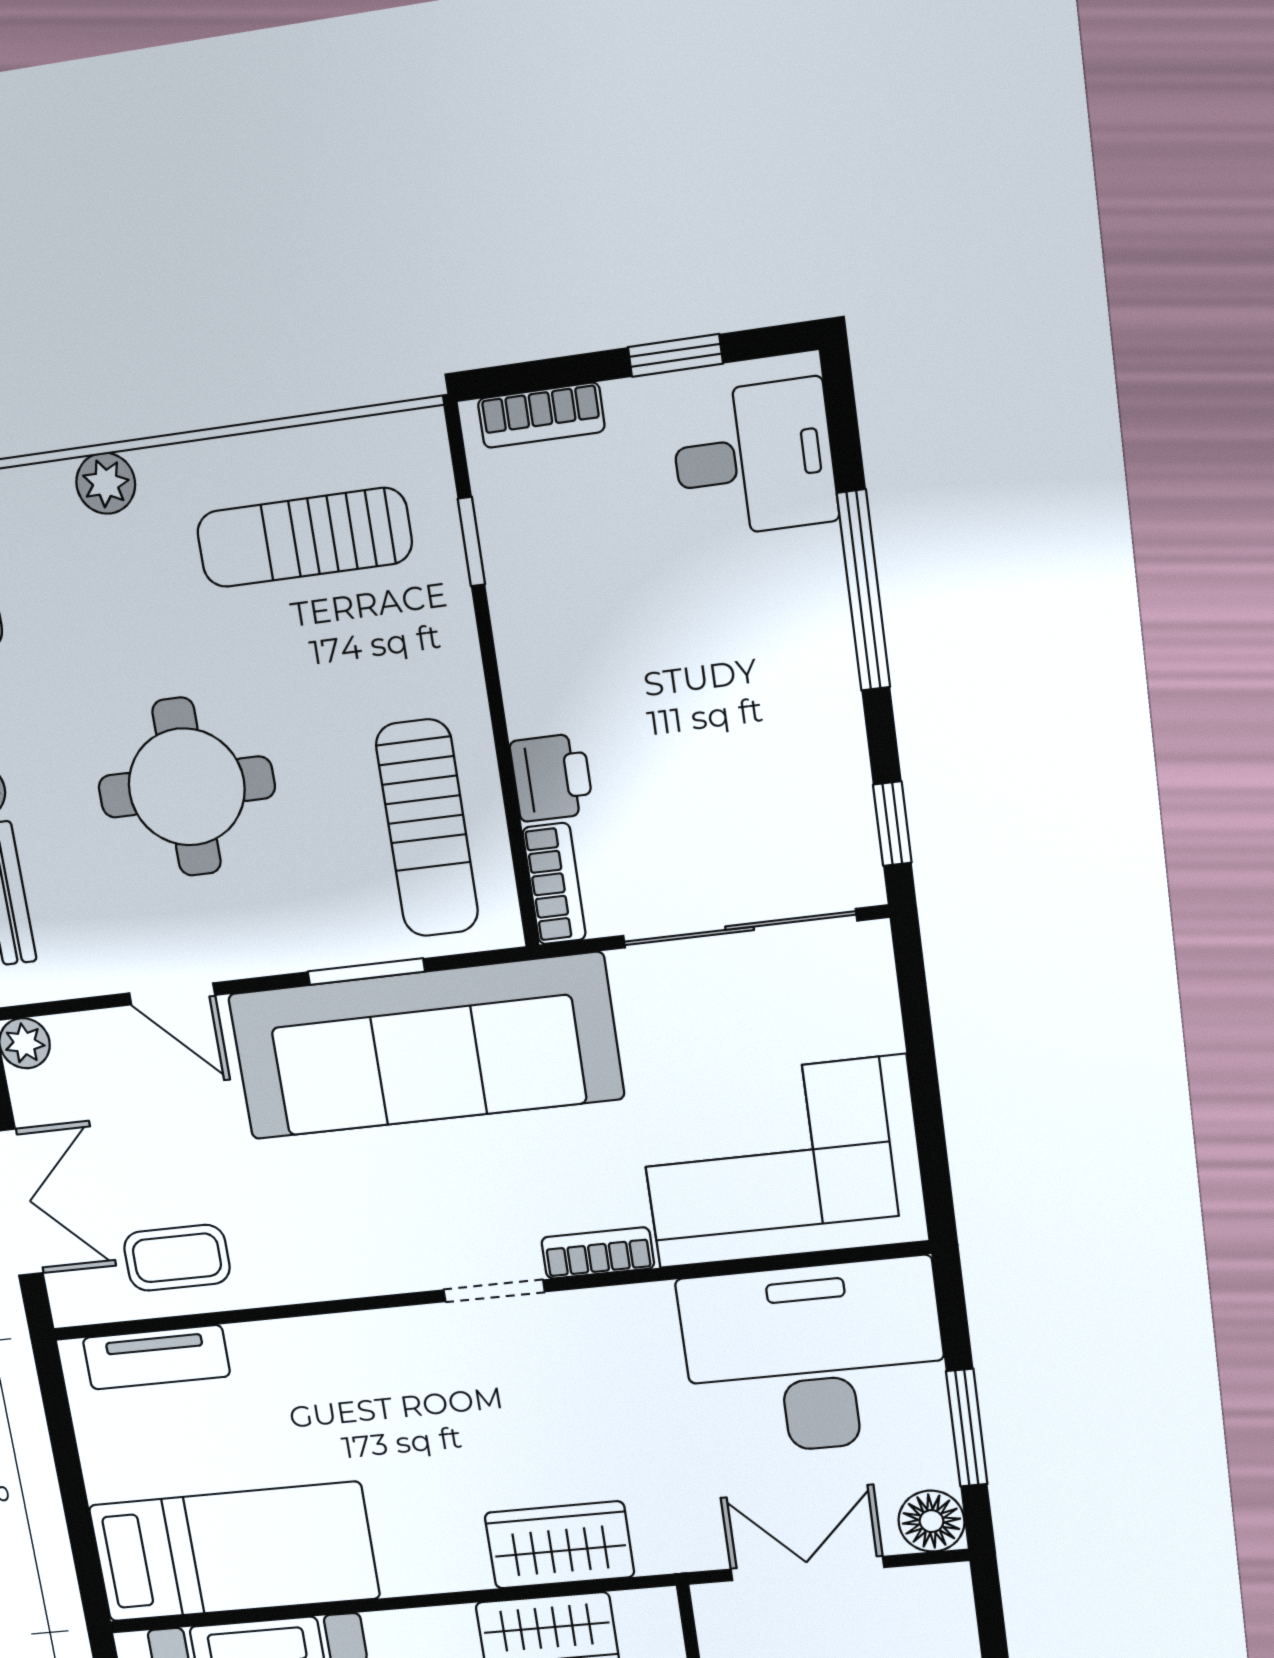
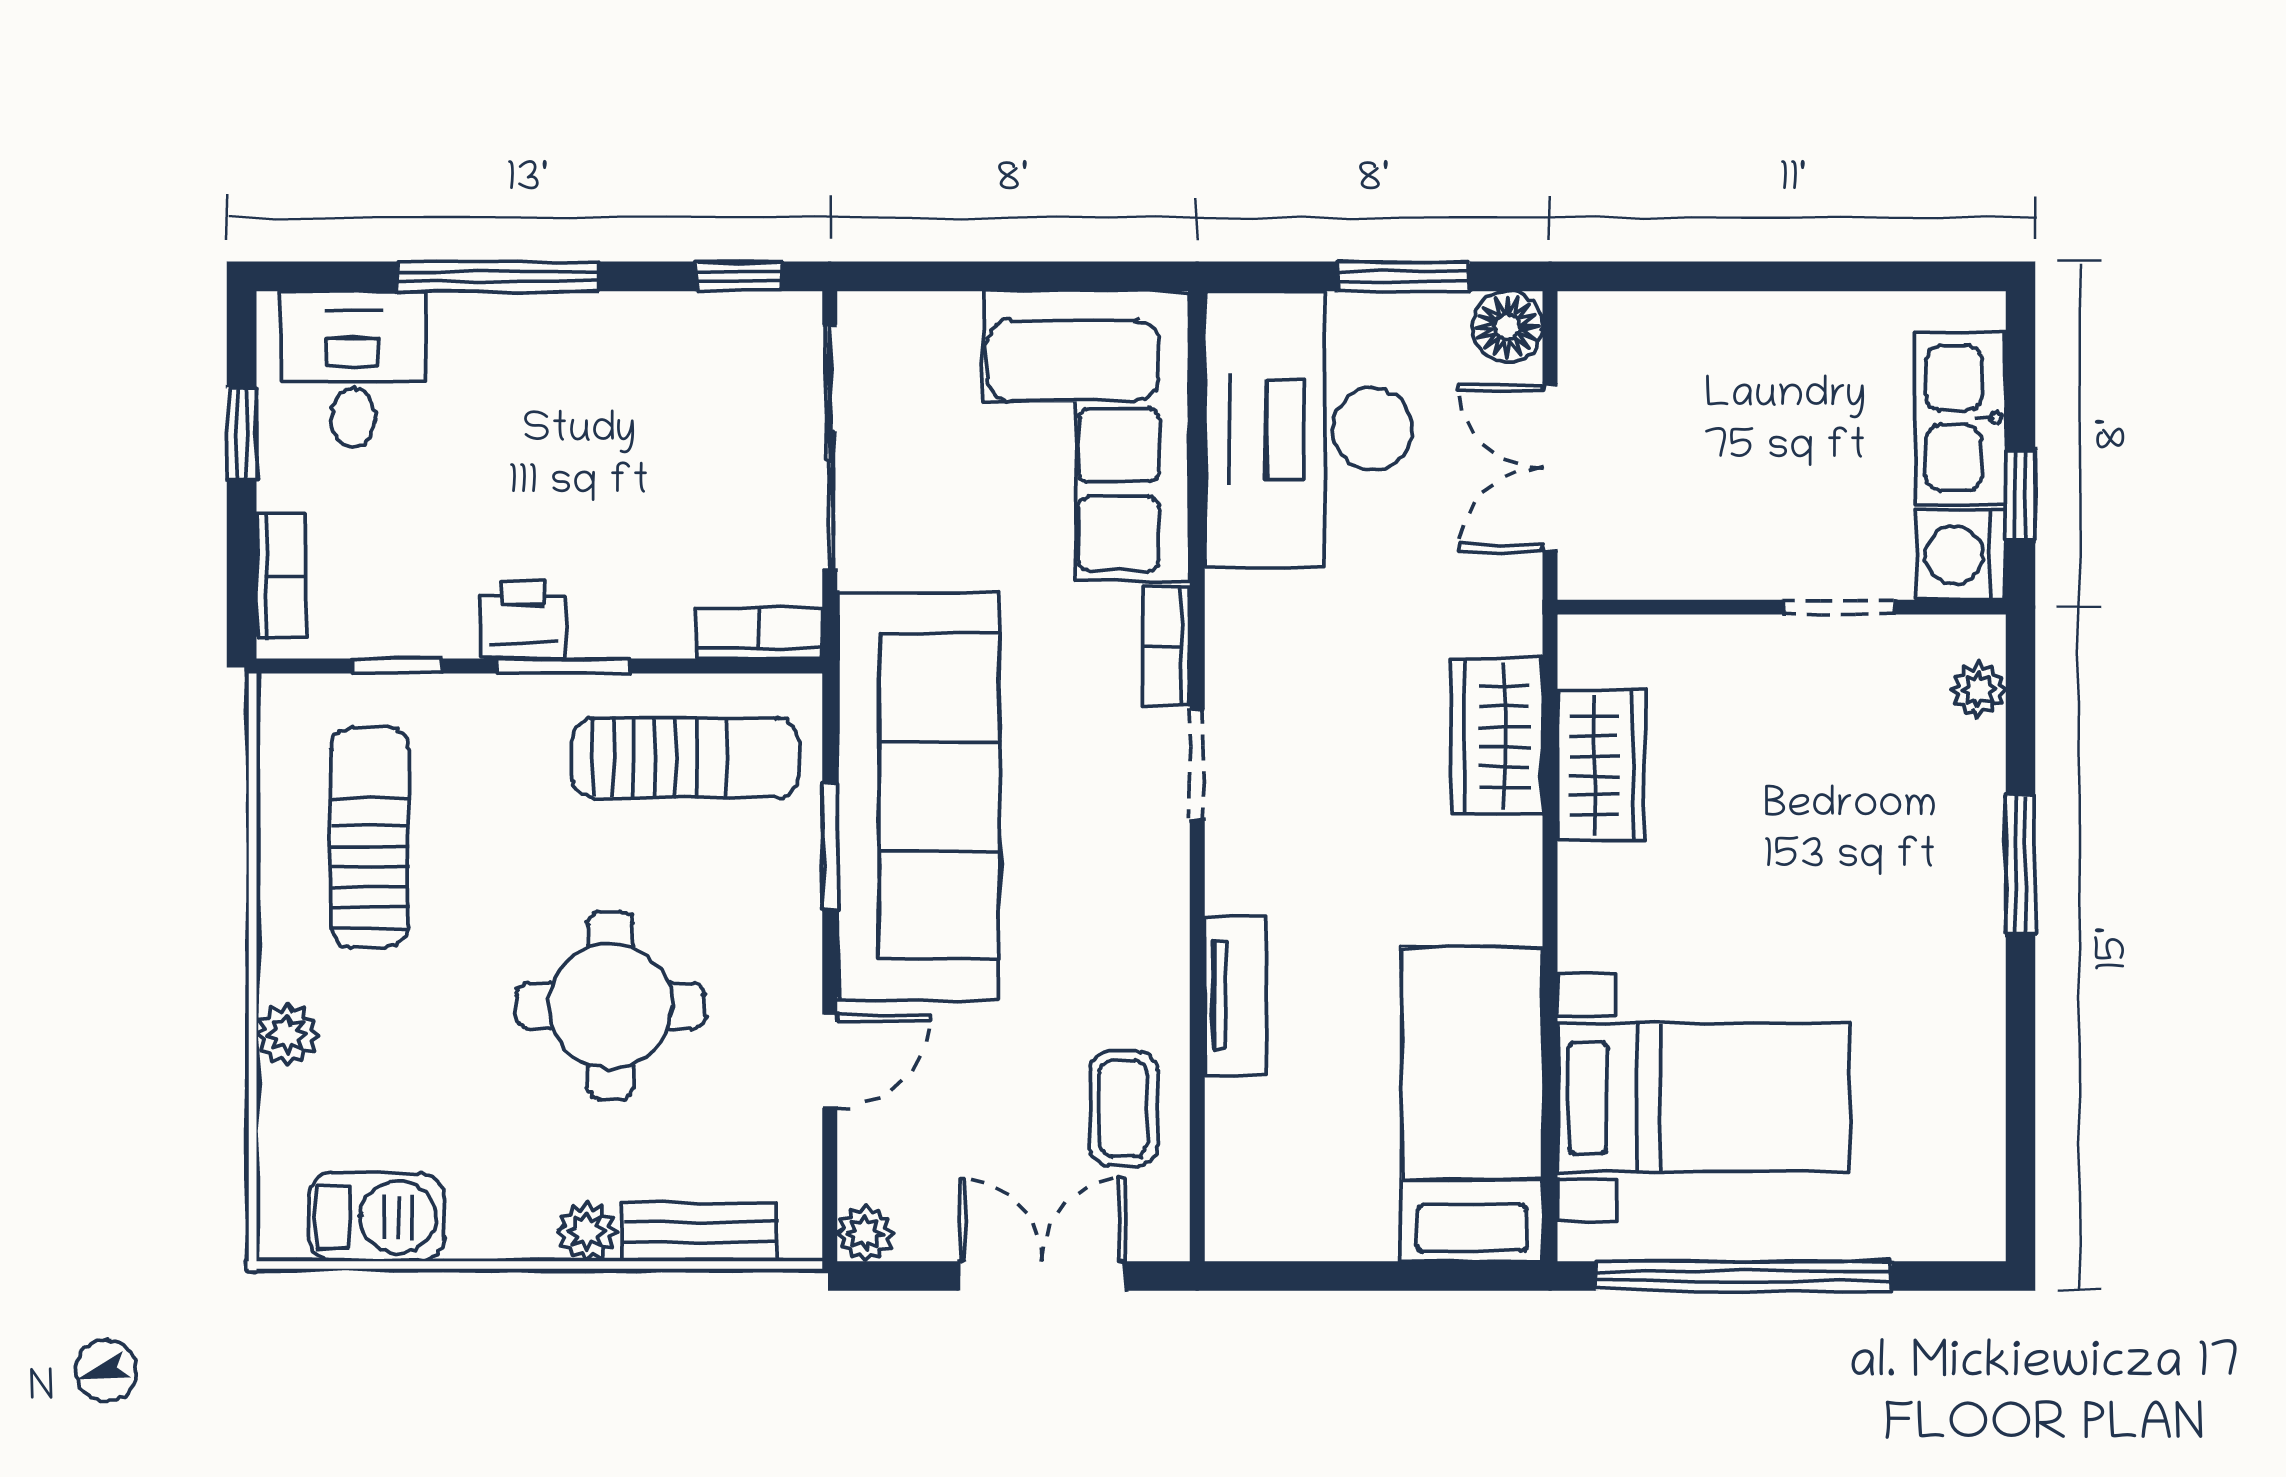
sun lounger: (304, 537) -> (370, 837), turned 180
window: (496, 702) -> (563, 666), added
printer: (552, 777) -> (524, 620), moved
tv unit: (156, 1357) -> (1235, 995), moved

